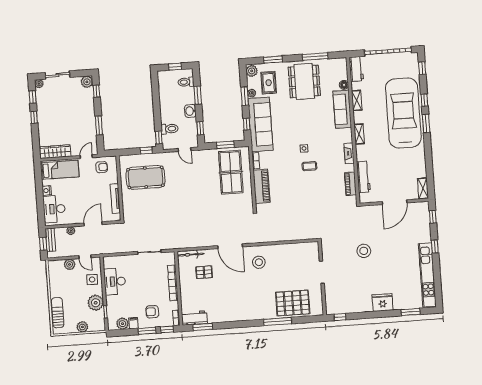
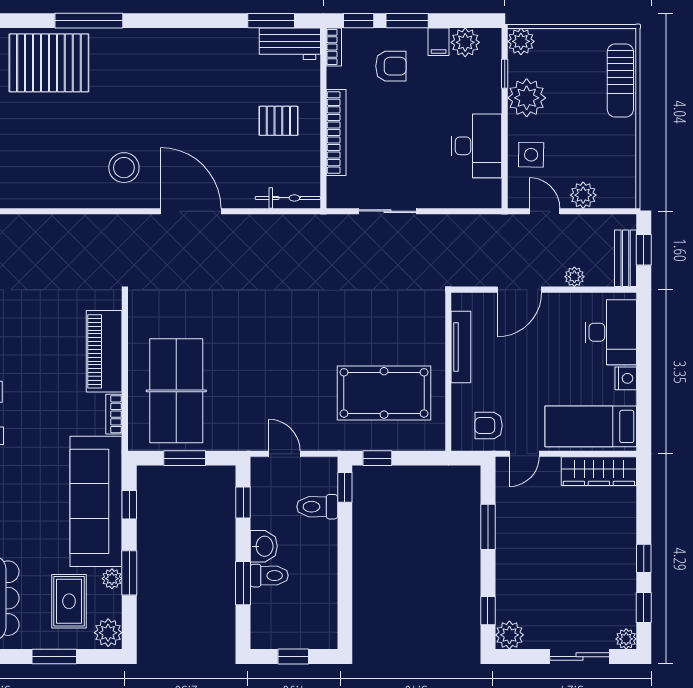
toilet: (186, 82) -> (269, 576), moved
pallet: (204, 272) -> (278, 121), moved
plant: (82, 327) -> (521, 41), moved

